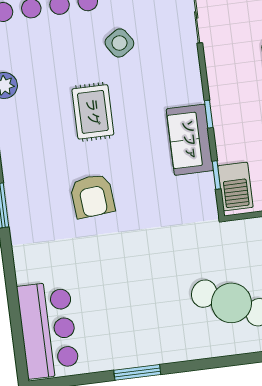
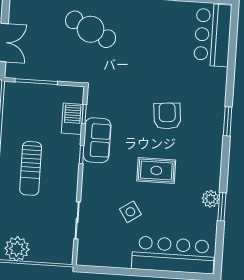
rug: (93, 112) -> (156, 170), turned 90
barbecue: (235, 186) -> (72, 119), moved

